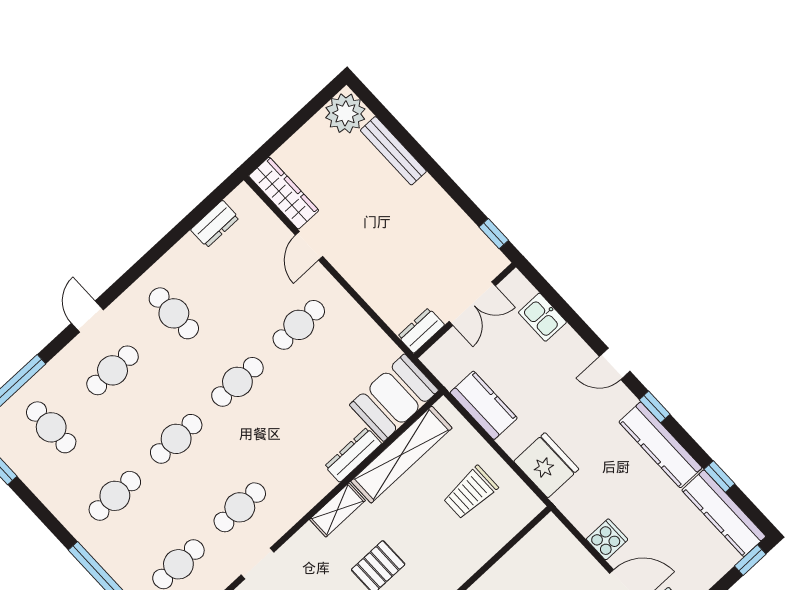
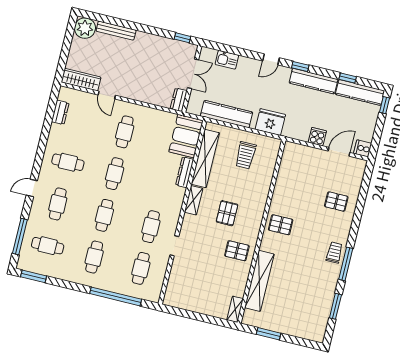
door: (87, 316) -> (32, 188), hinge flipped
kitchen counter: (484, 405) -> (227, 114), width x1.50

